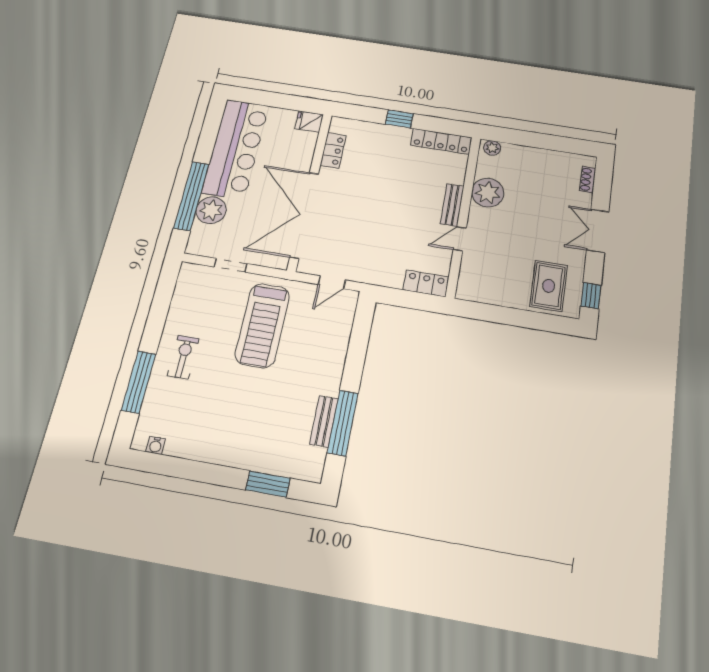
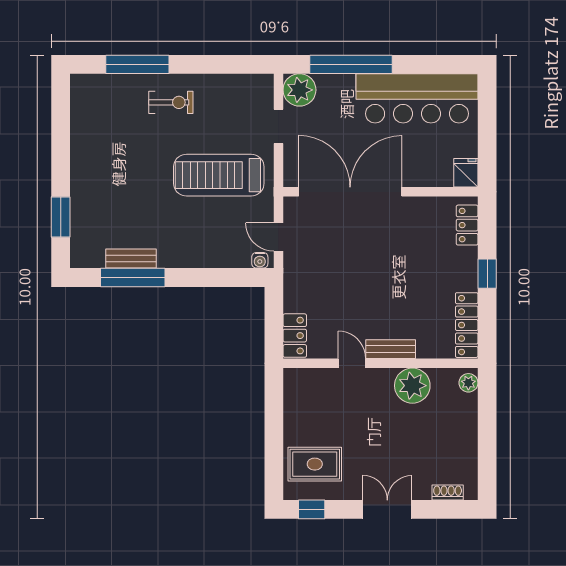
locker: (333, 150) -> (467, 225), moved, turned 90
plant: (211, 210) -> (299, 90), moved
water cooler: (156, 445) -> (260, 260), moved, turned -90

